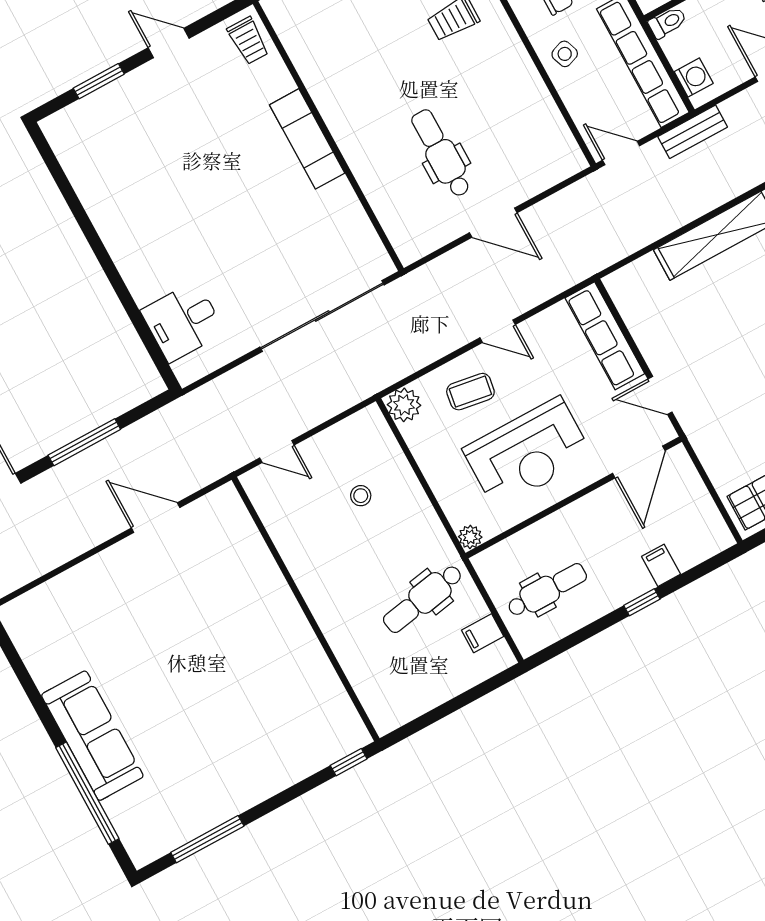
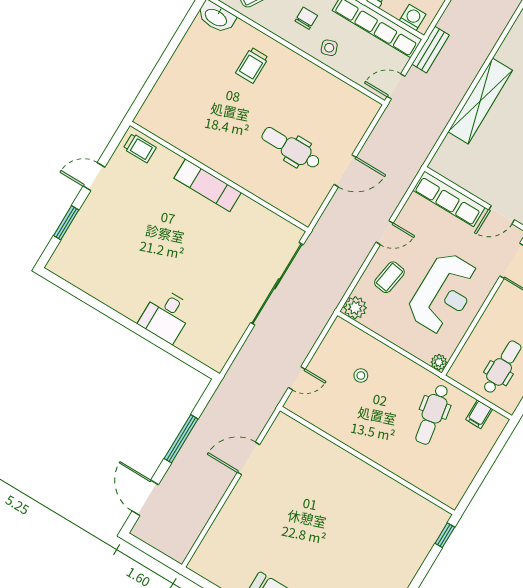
desk: (183, 322) -> (166, 316), moved

